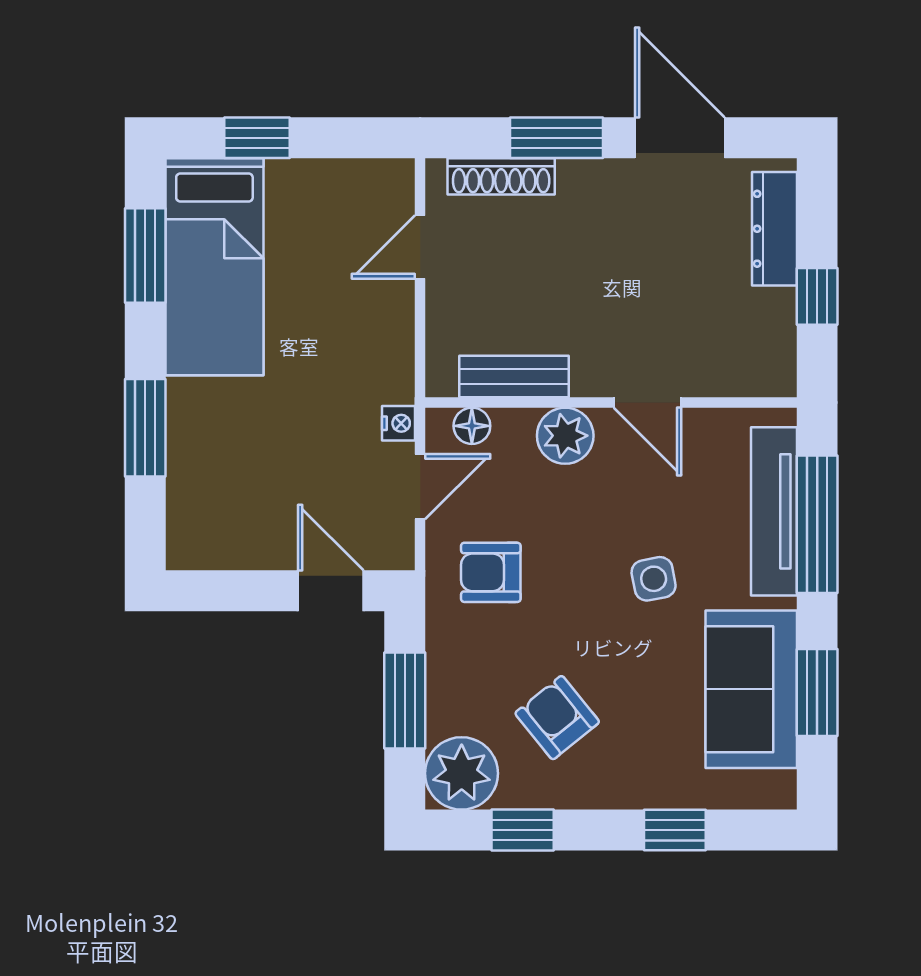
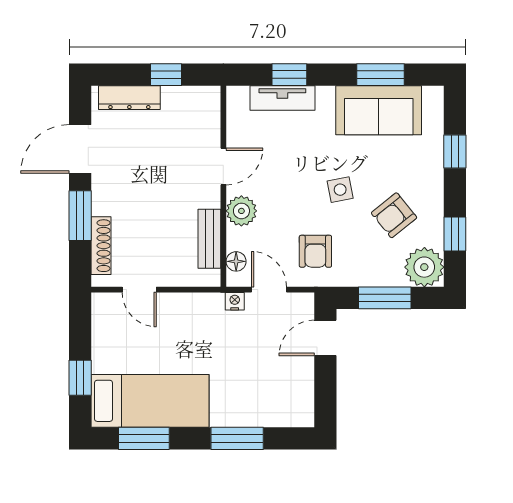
tv unit: (774, 511) -> (282, 98), width x0.71
window: (817, 524) -> (289, 75), width x0.46
side table: (654, 579) -> (340, 190), moved

